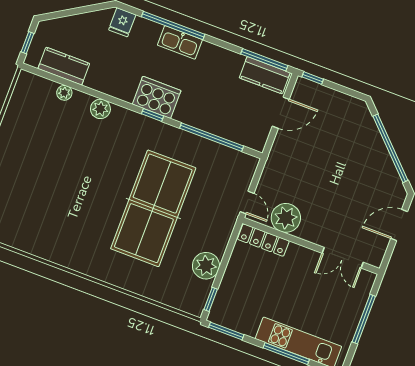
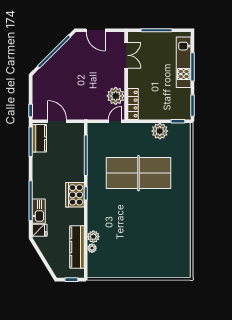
kitchen sink: (180, 42) -> (39, 211), moved
kitchen counter: (64, 66) -> (77, 247), width x1.50
plant: (100, 109) -> (93, 237), moved

